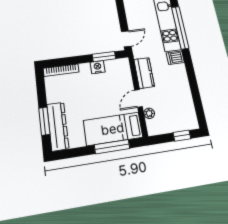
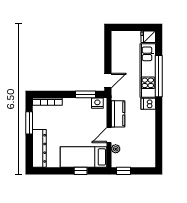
nightstand: (98, 67) -> (97, 103), moved
window: (44, 121) -> (29, 123), moved
window: (182, 136) -> (123, 171), moved
window: (112, 147) -> (81, 171), width x0.46

